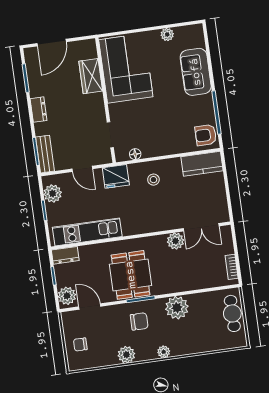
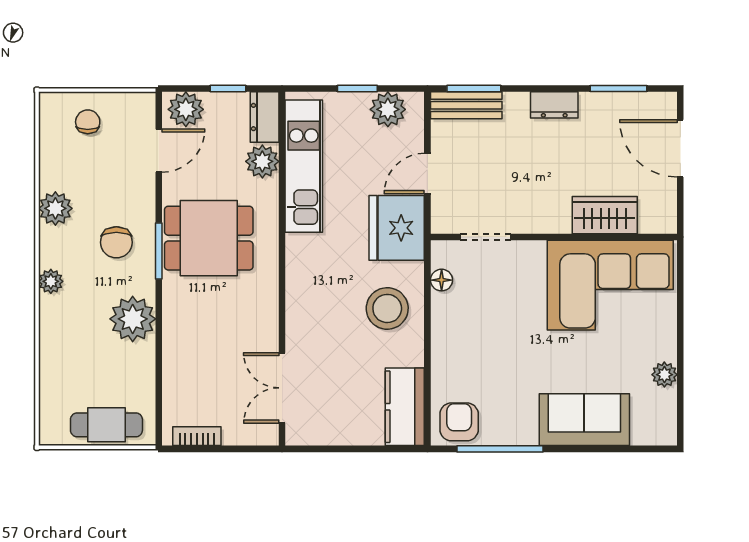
fridge: (116, 176) -> (397, 228), width x1.36, depth x1.34
stool: (153, 180) -> (387, 308), width x1.89, depth x1.89
plant: (175, 241) -> (262, 161), moved

